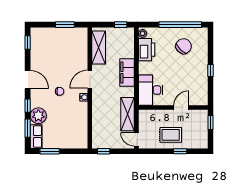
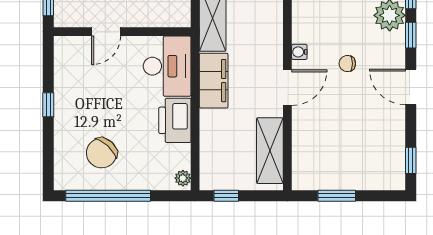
printer: (147, 50) -> (175, 120), moved
filing cabinet: (127, 72) -> (214, 81), moved

